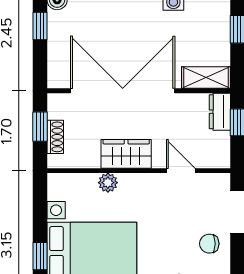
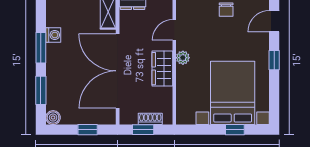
window: (40, 26) -> (88, 130), moved
plant: (108, 183) -> (183, 58), moved

